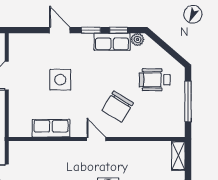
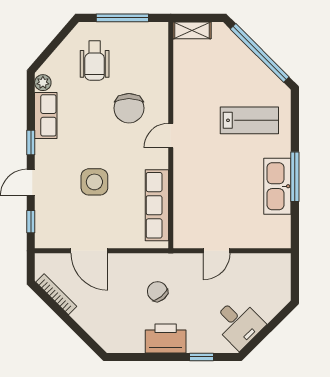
window: (119, 30) -> (31, 222), moved
chair: (118, 107) -> (129, 108), turned 58
row of seats: (51, 128) -> (157, 205), width x1.48

